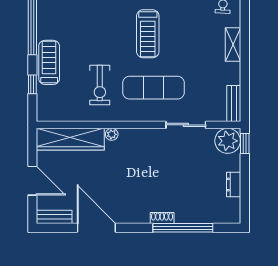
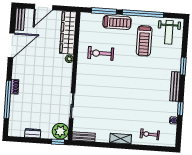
treadmill: (148, 34) -> (144, 41), moved, turned -90
window: (32, 84) -> (104, 11), width x2.17
exercise mat: (153, 88) -> (97, 87), removed

